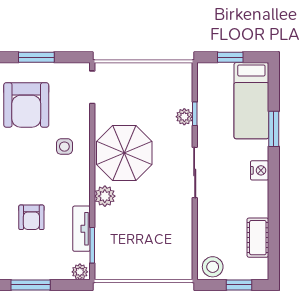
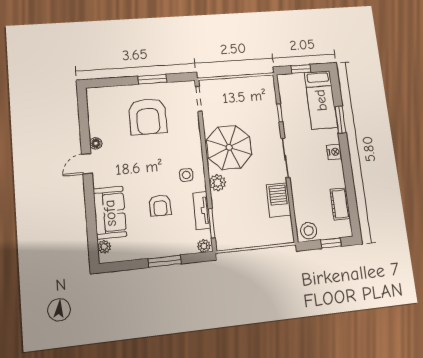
plant: (184, 117) -> (272, 116), removed
side table: (64, 147) -> (186, 175), moved
barbecue: (179, 225) -> (279, 200), added

